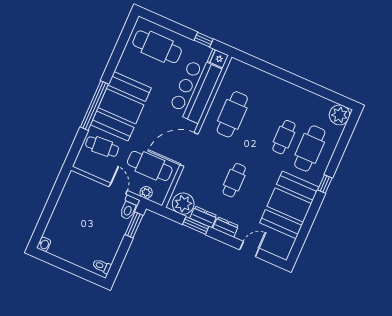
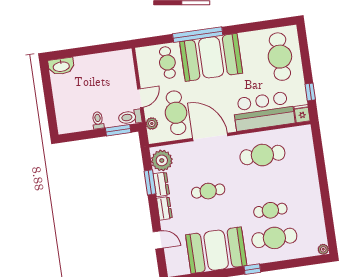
plant: (340, 115) -> (323, 249), width x0.53, depth x0.53
washbasin: (44, 244) -> (61, 66), width x1.91, depth x1.45
toilet: (102, 266) -> (98, 120), moved

